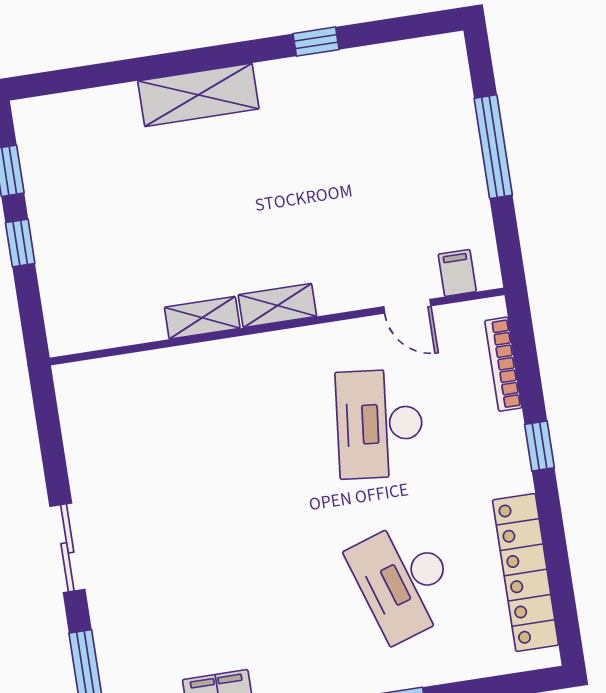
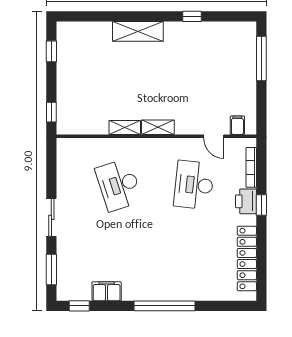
window: (493, 147) -> (261, 58), moved
window: (20, 243) -> (51, 112), moved
printer: (503, 443) -> (246, 201), added
desk: (404, 581) -> (119, 185), moved

